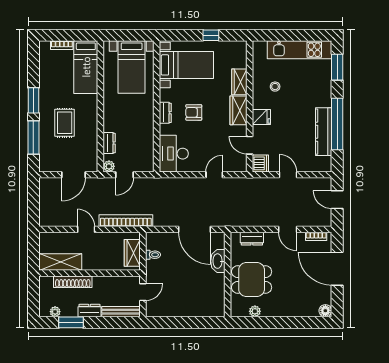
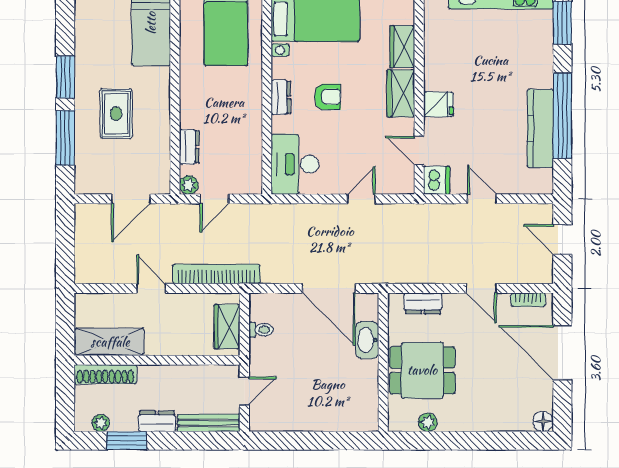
stool: (275, 87) -> (461, 54), removed
armchair: (194, 112) -> (328, 97), turned 180
shoe rack: (73, 282) -> (105, 374), moved

